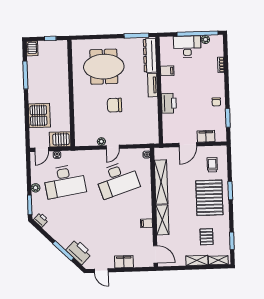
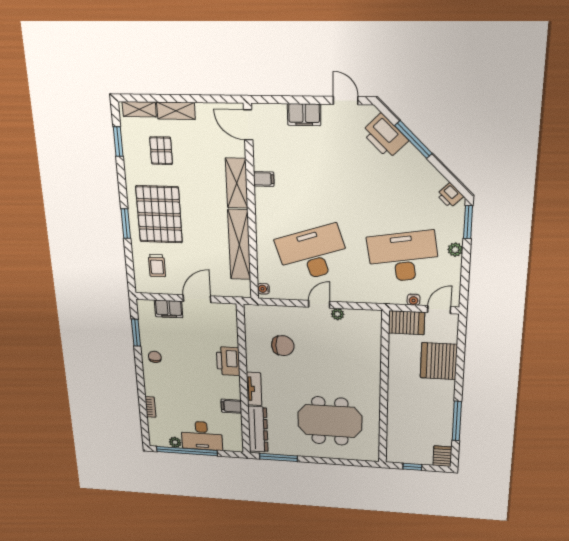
chair: (115, 105) -> (283, 346), moved

